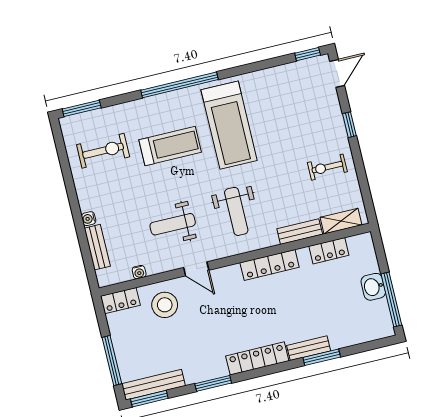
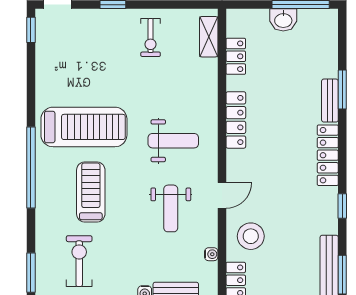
bench: (300, 232) -> (209, 81), removed
window: (213, 383) -> (342, 206), width x0.67

